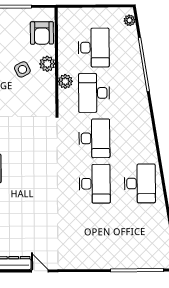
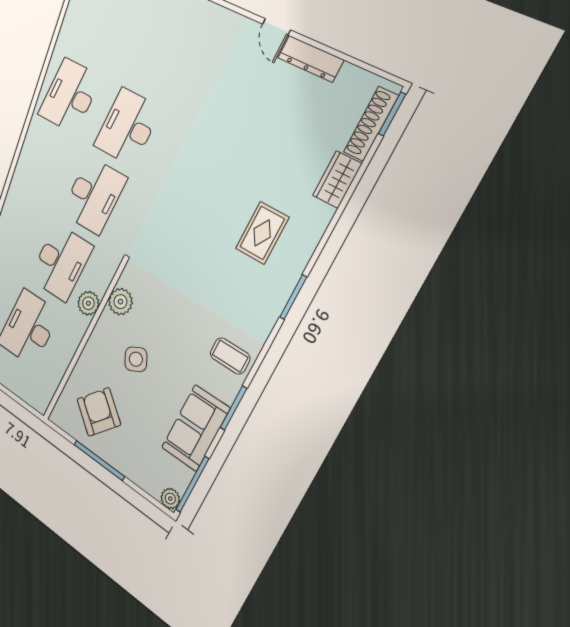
armchair: (42, 33) -> (99, 412), moved, turned -50
plant: (47, 64) -> (120, 302), moved
desk: (94, 138) -> (94, 195), turned 180

